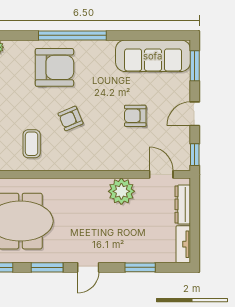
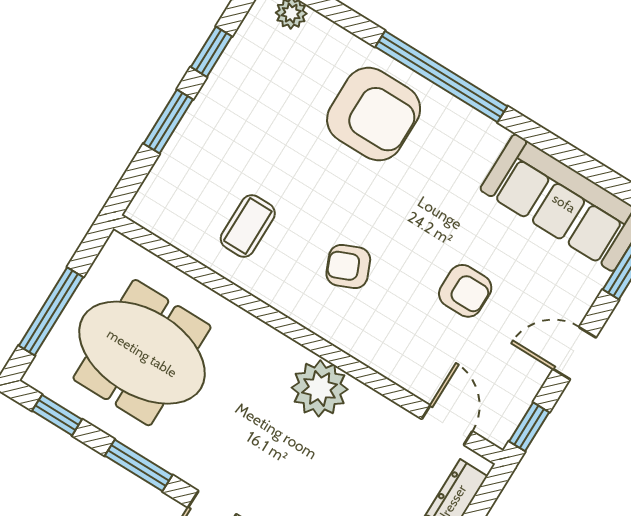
armchair: (135, 116) -> (465, 291), turned 180
armchair: (71, 118) -> (348, 266), moved
plant: (121, 191) -> (320, 388), moved

